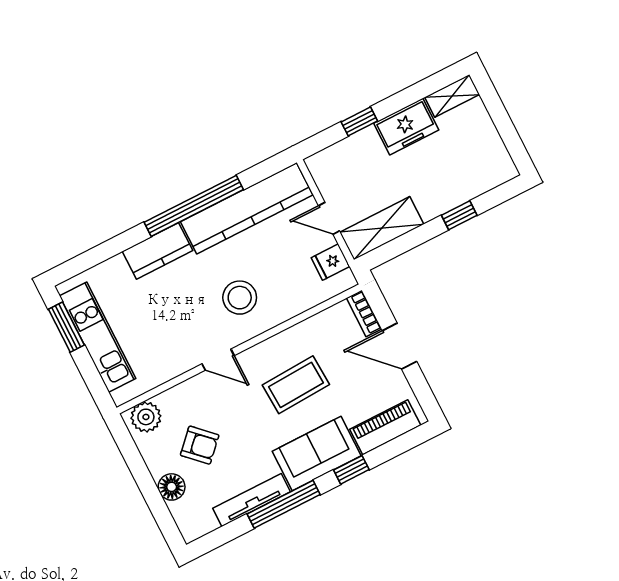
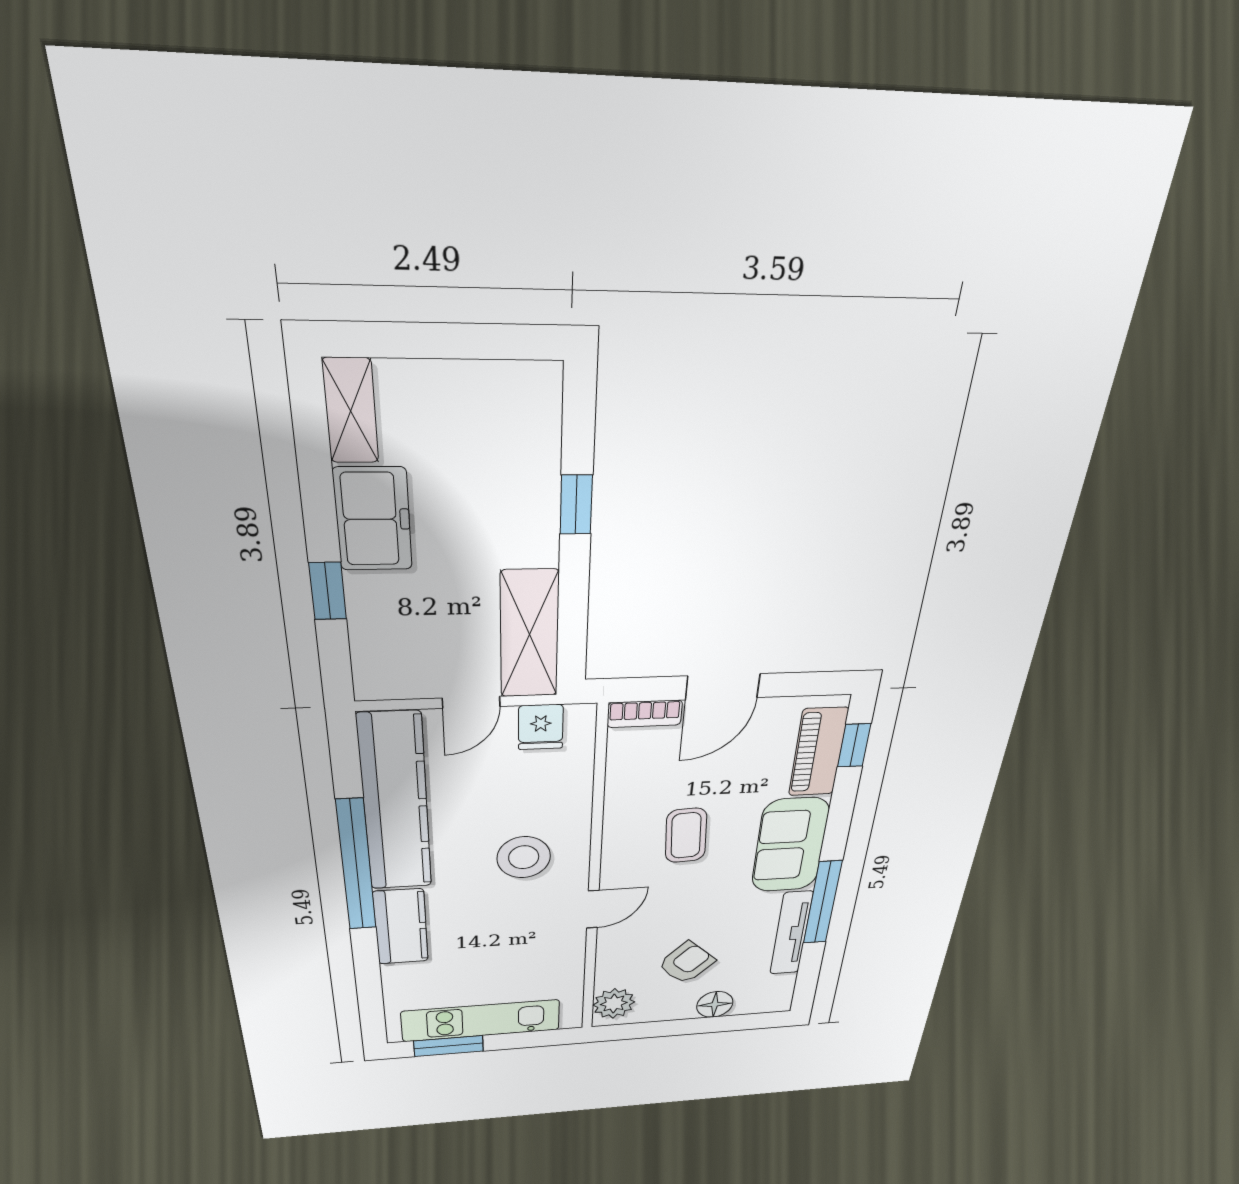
coffee table: (296, 385) -> (686, 835), width x0.73, depth x0.77
window: (351, 470) -> (854, 745), moved

